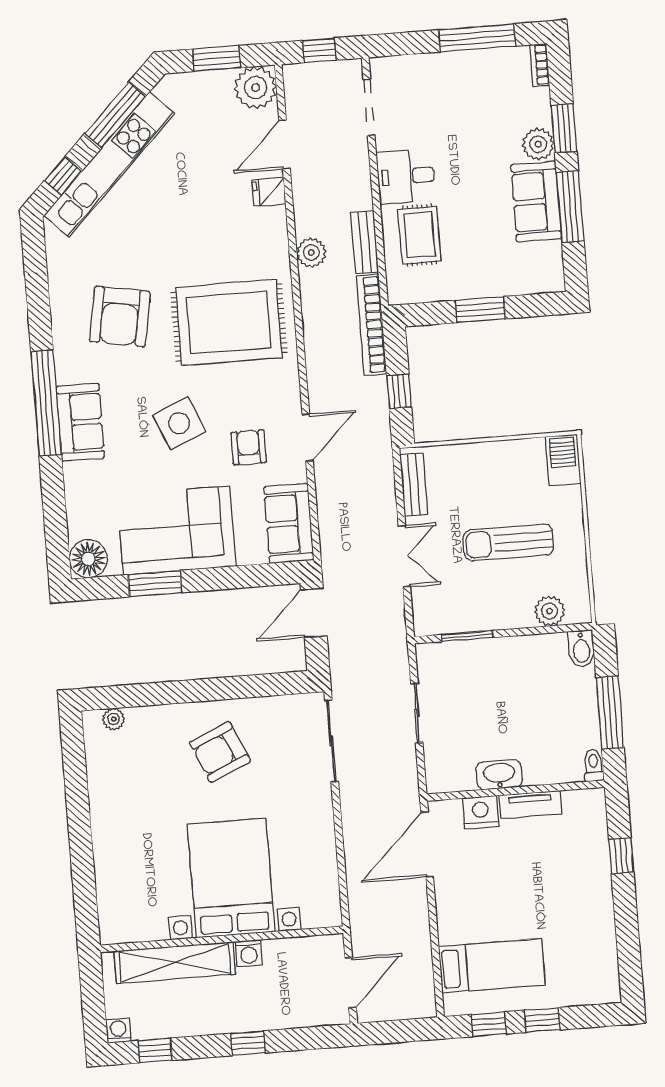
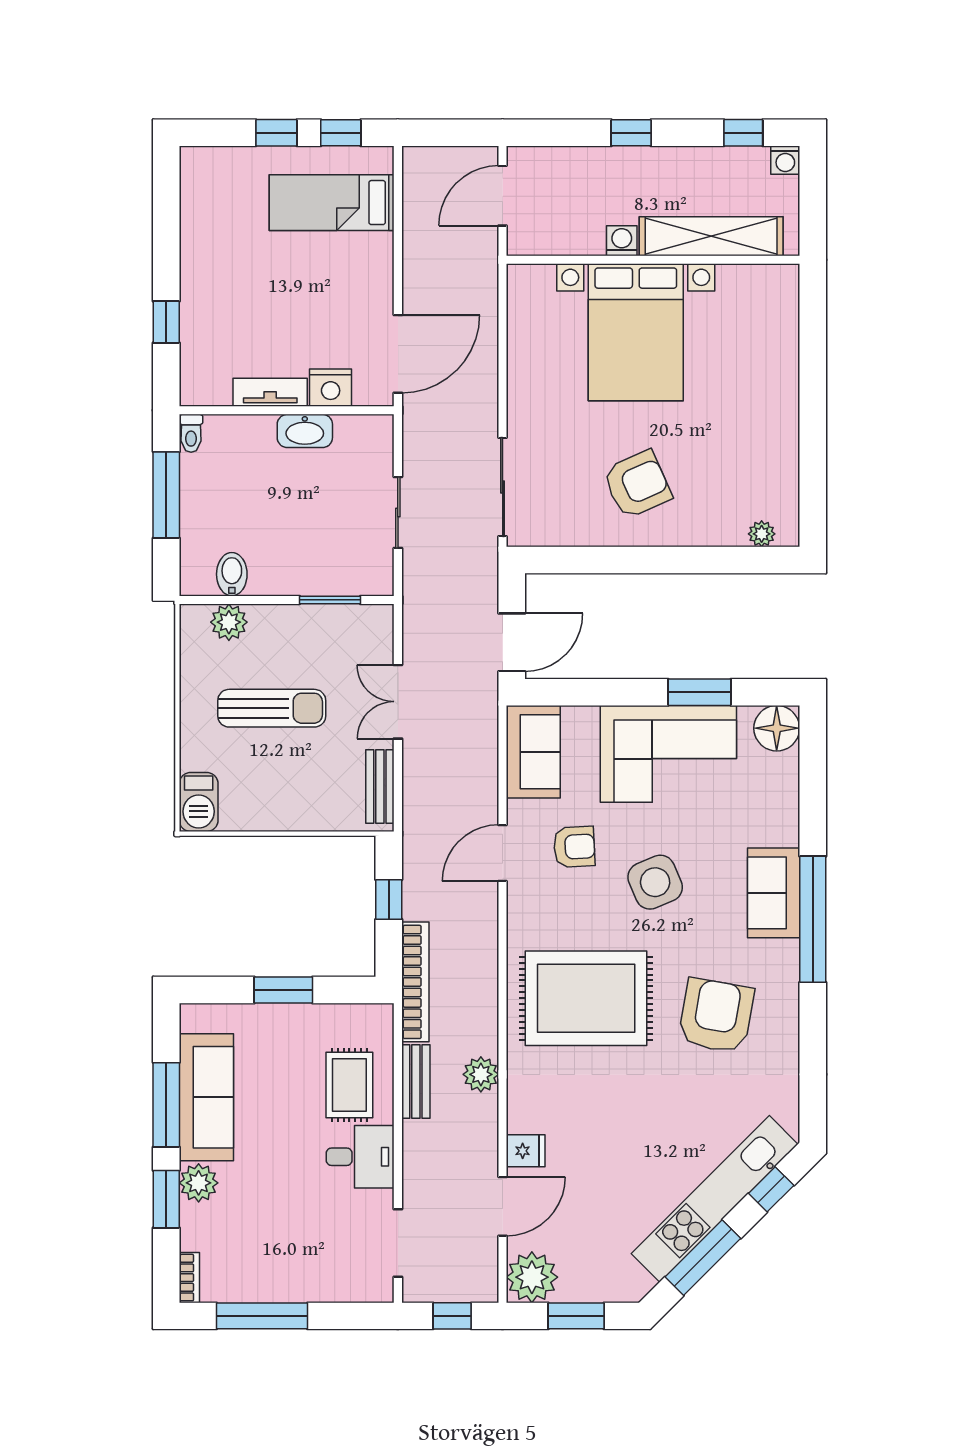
sofa: (536, 202) -> (206, 1097), width x1.36
armchair: (249, 447) -> (574, 847), turned -93
bidet: (581, 649) -> (232, 574), moved

